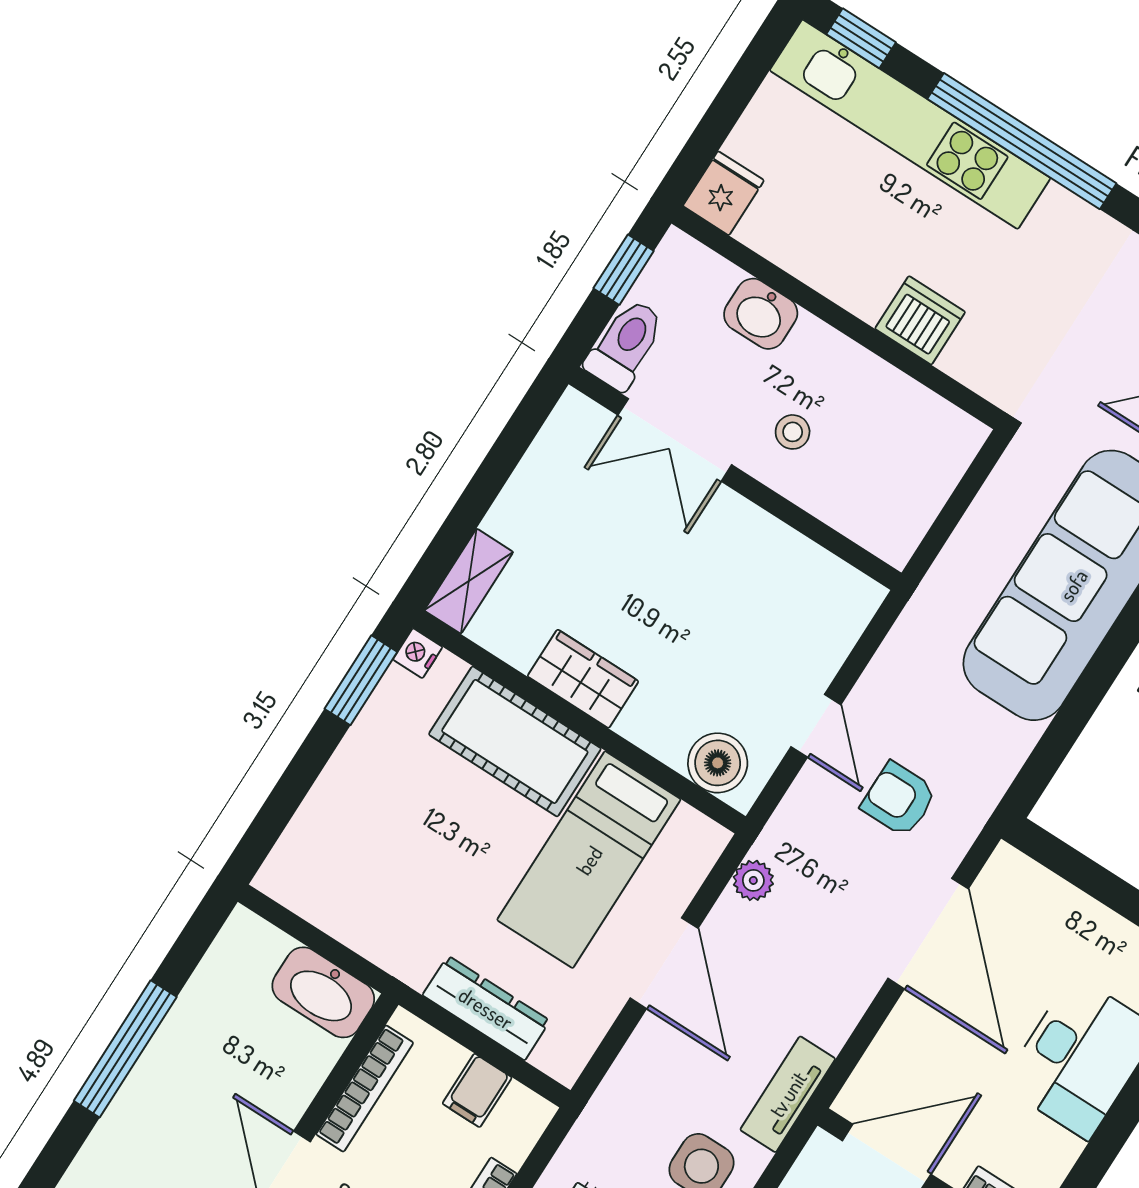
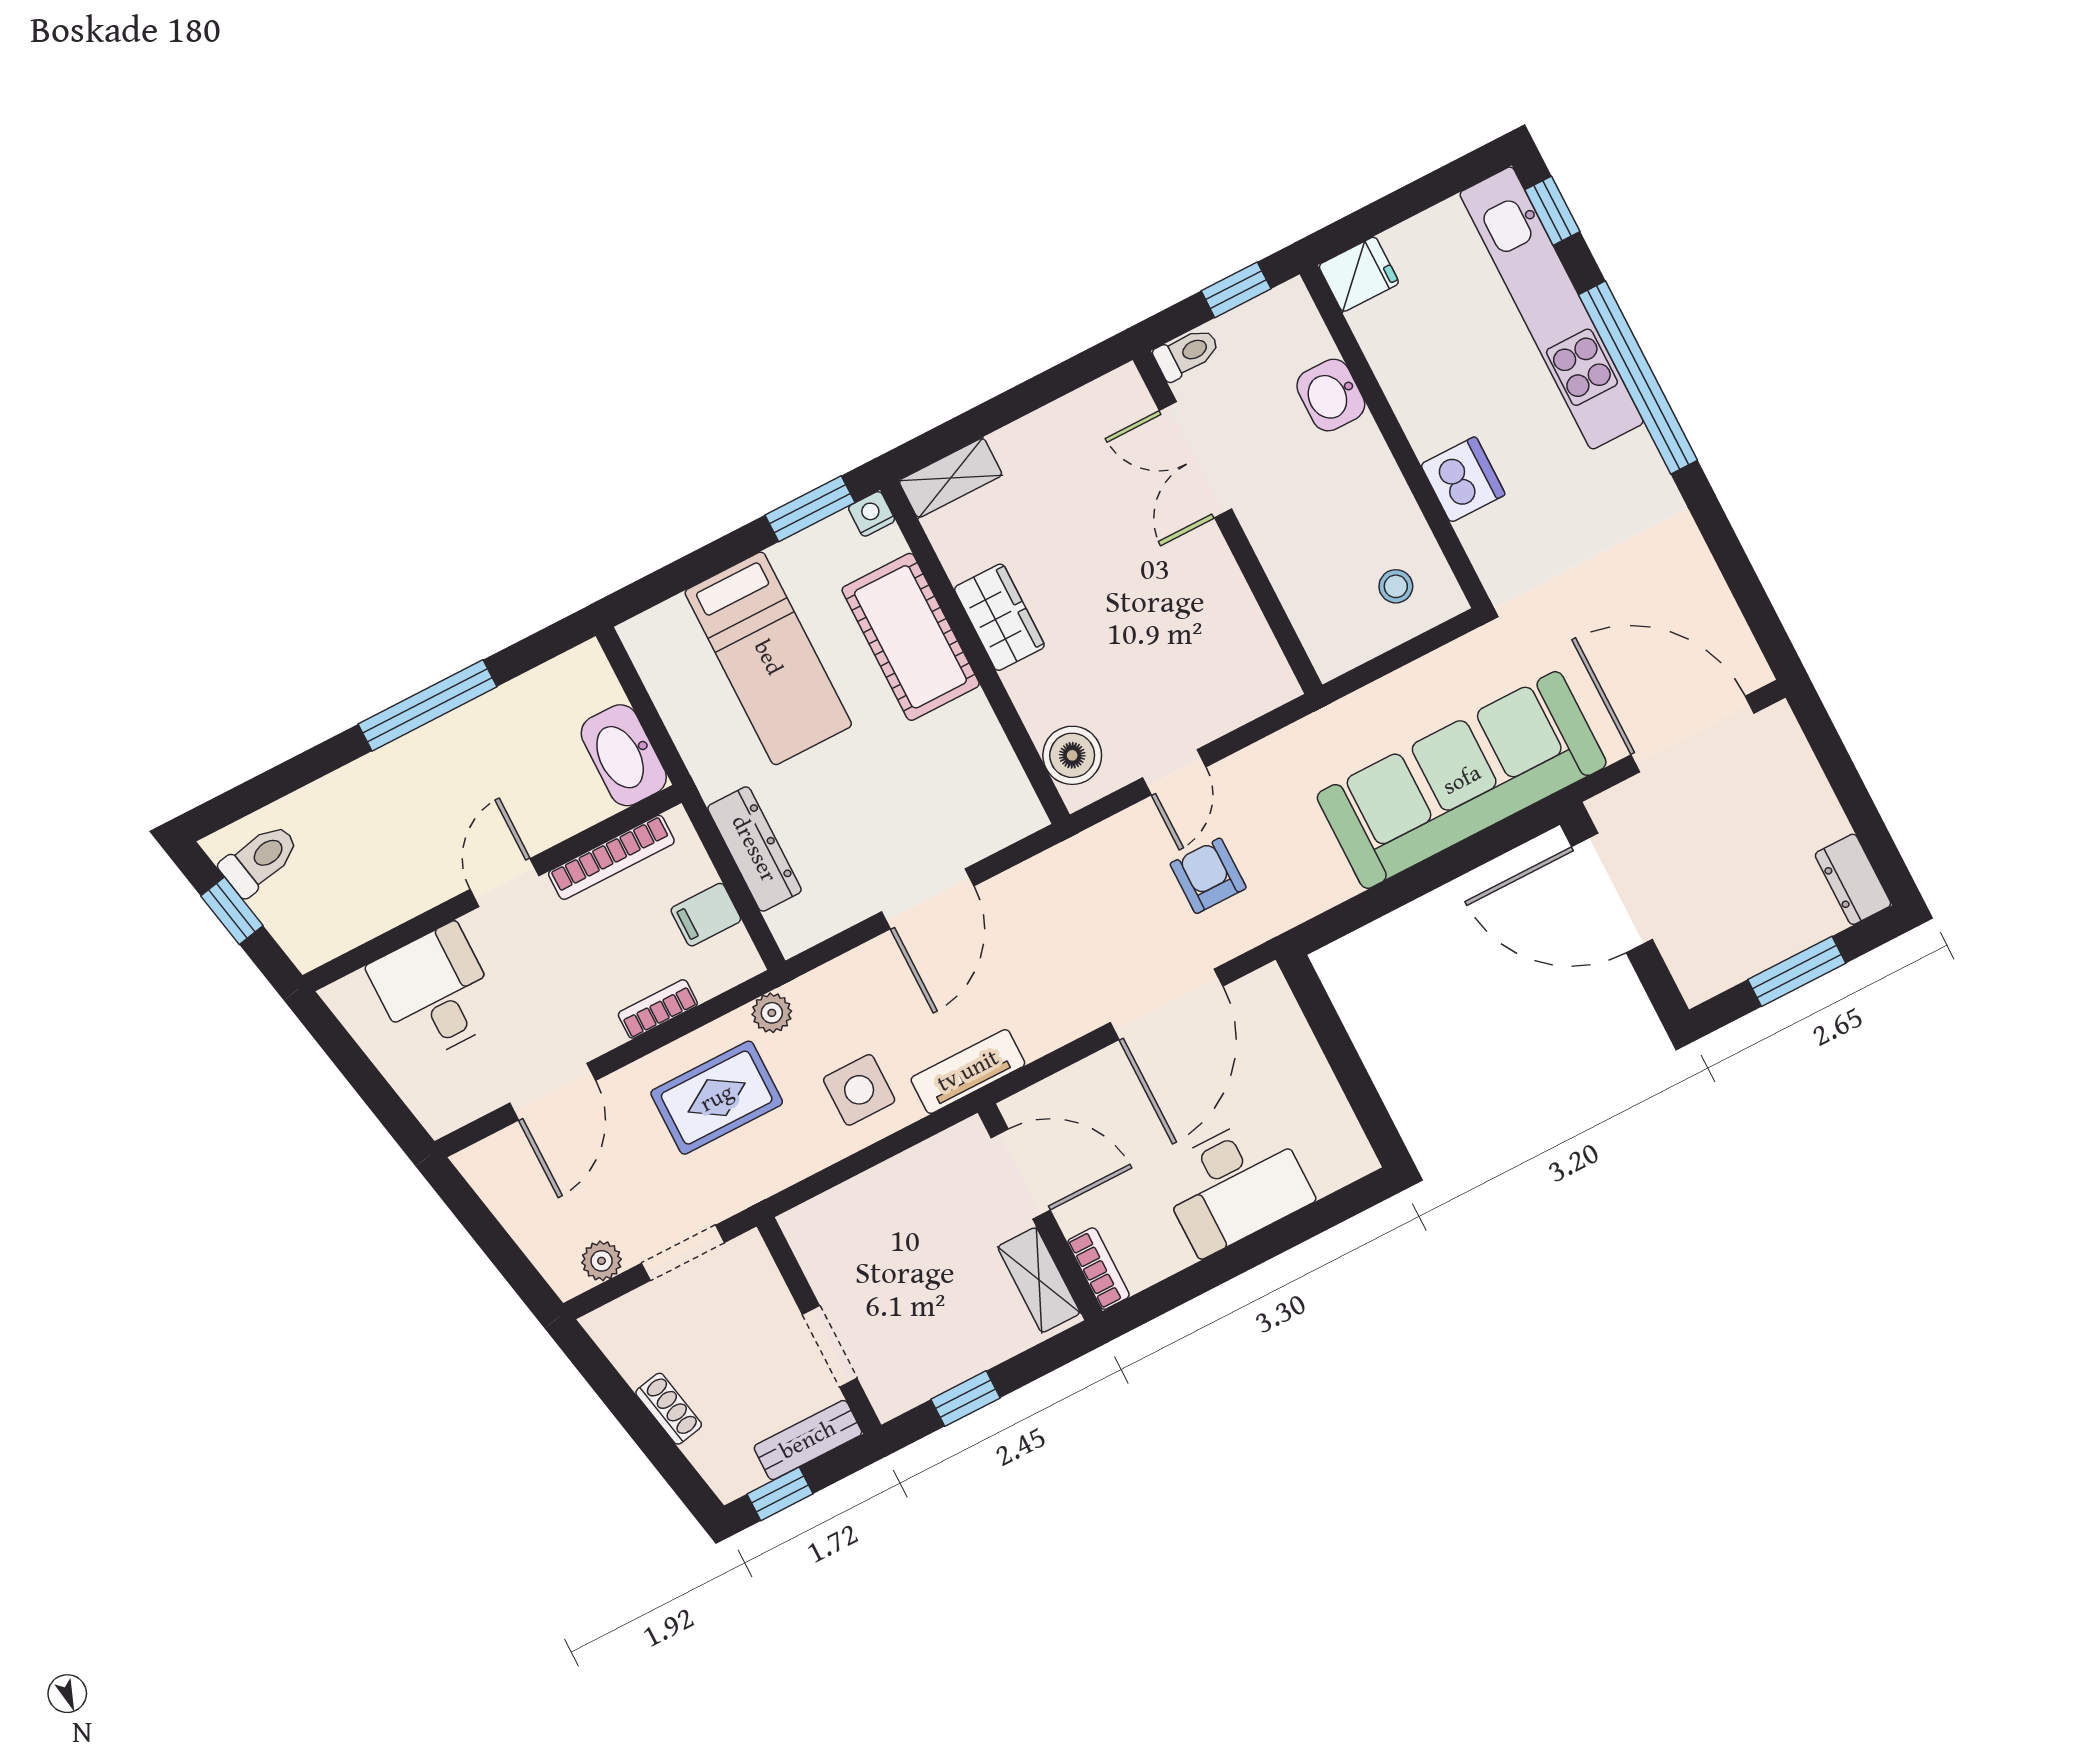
toilet: (625, 345) -> (1187, 353), width x0.73, depth x0.72
stool: (793, 432) -> (1396, 586), moved
bed: (589, 860) -> (768, 658), moved, turned -90
plant: (753, 880) -> (772, 1013), moved

